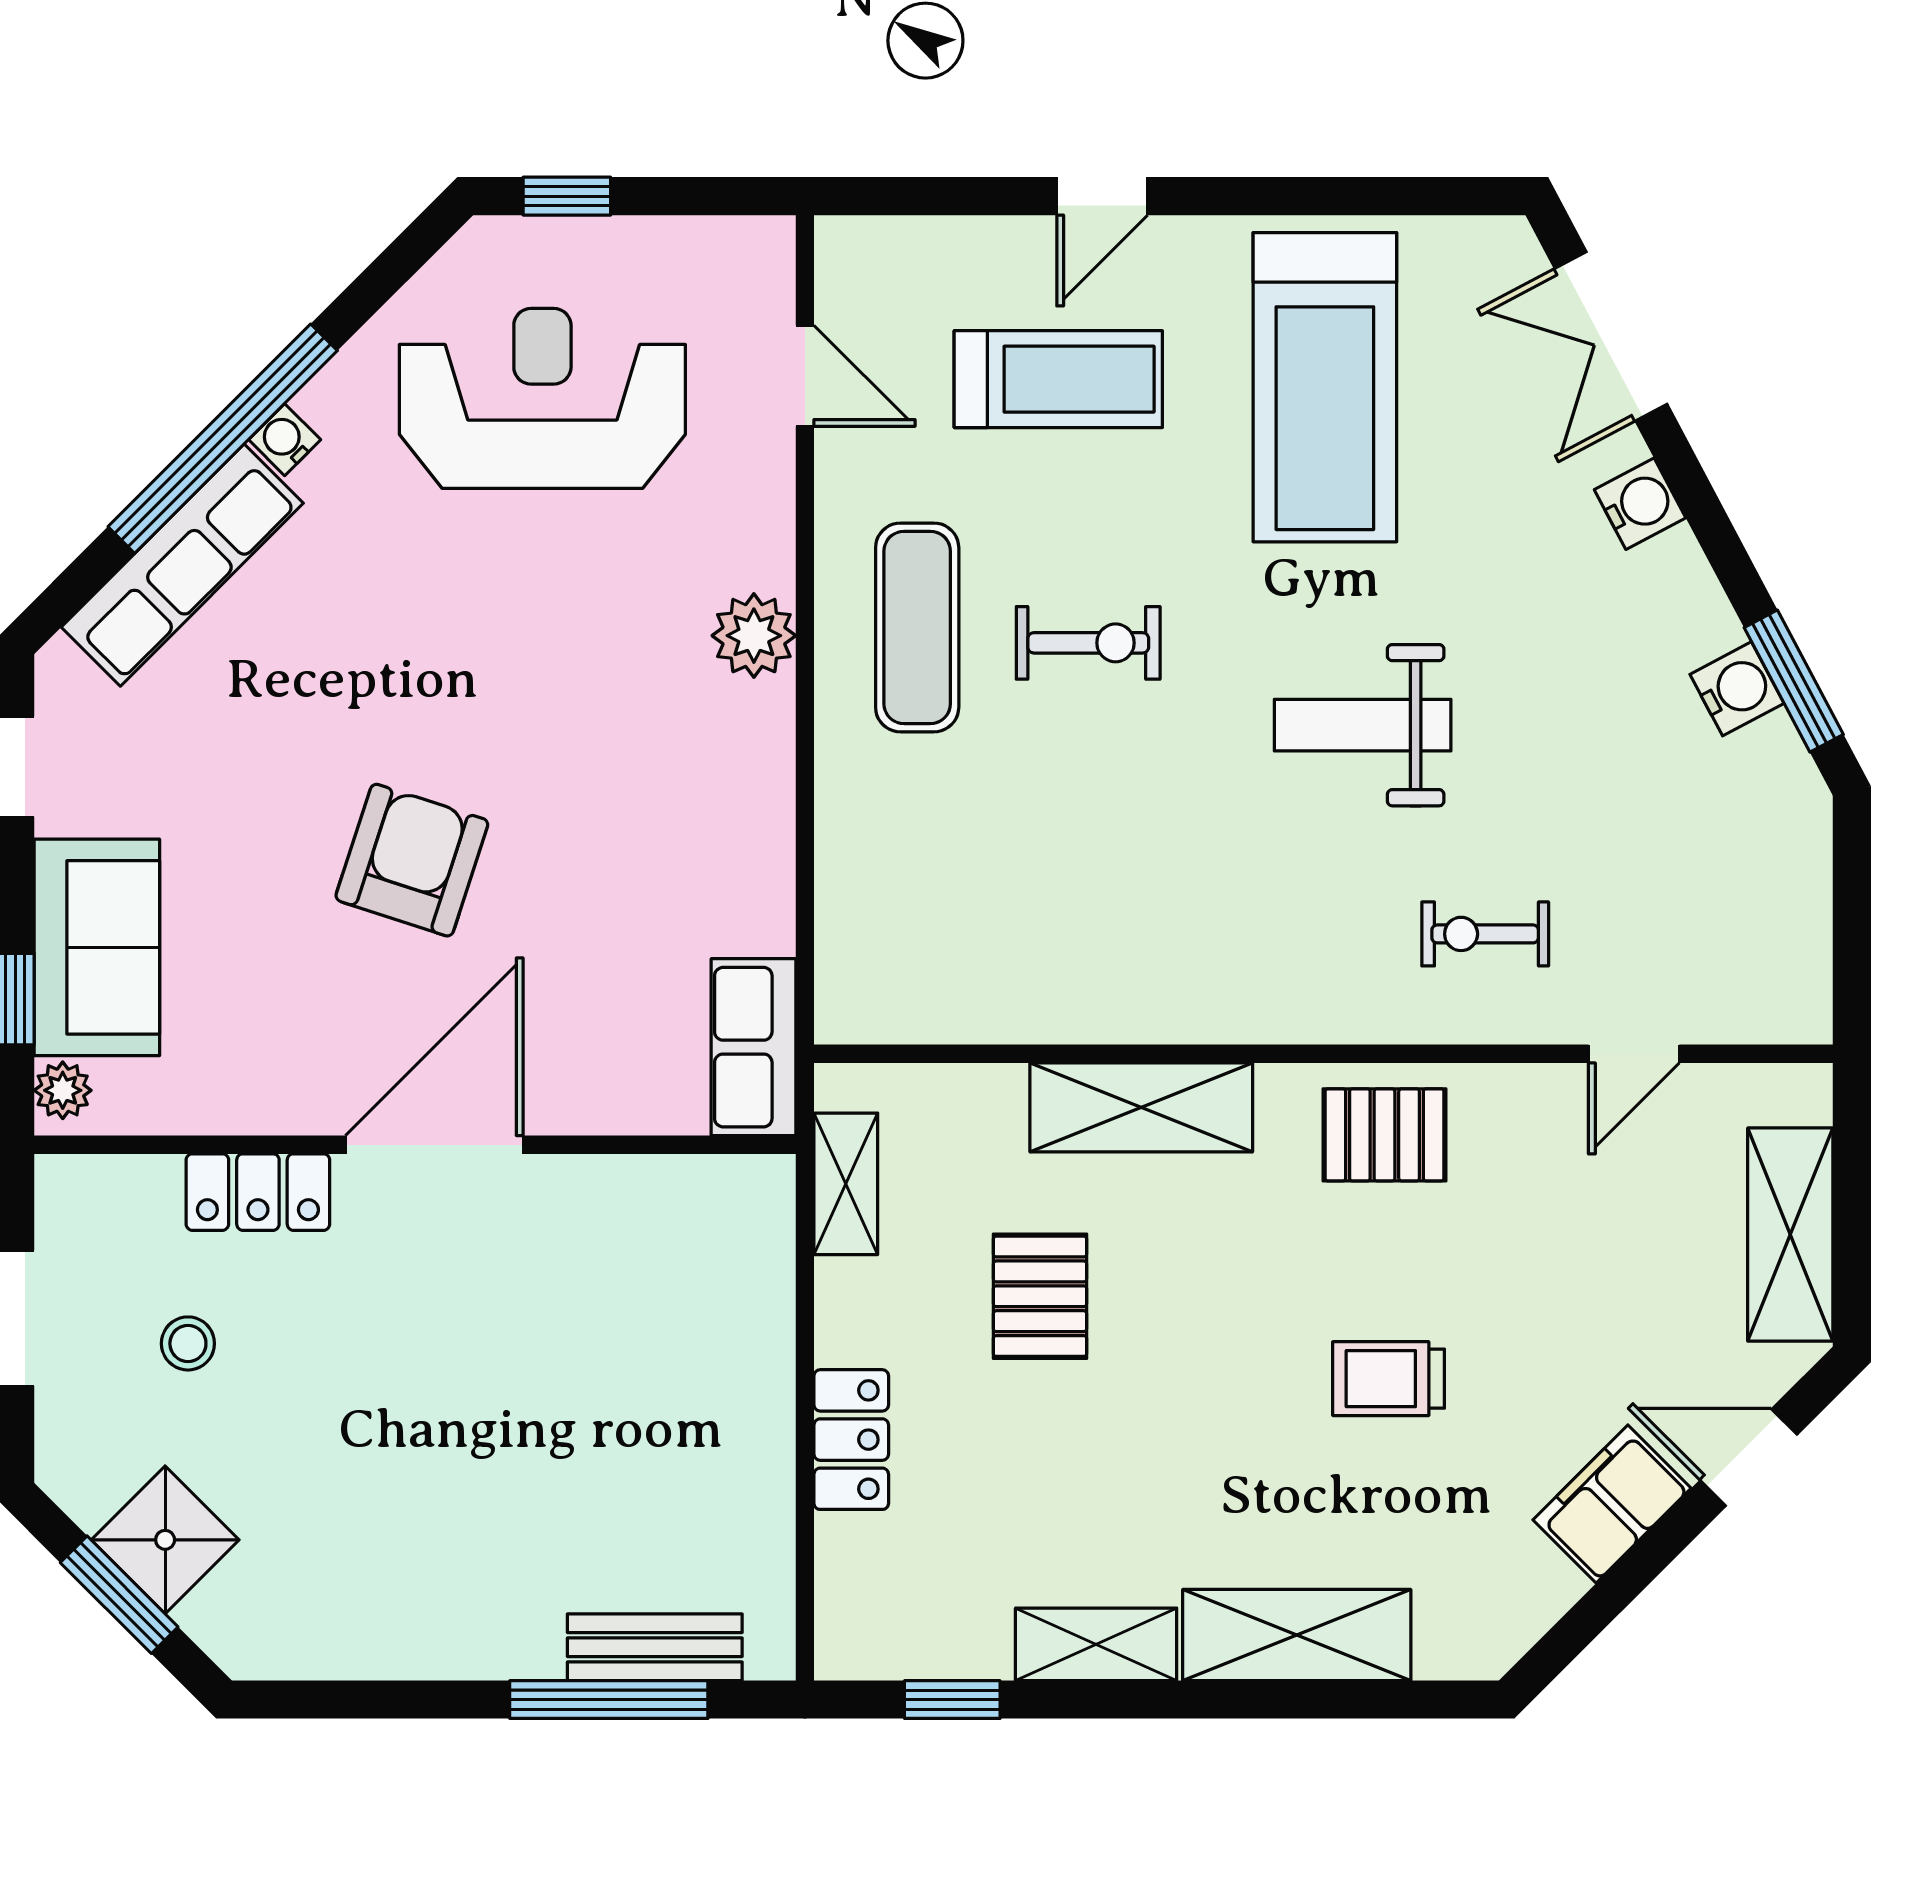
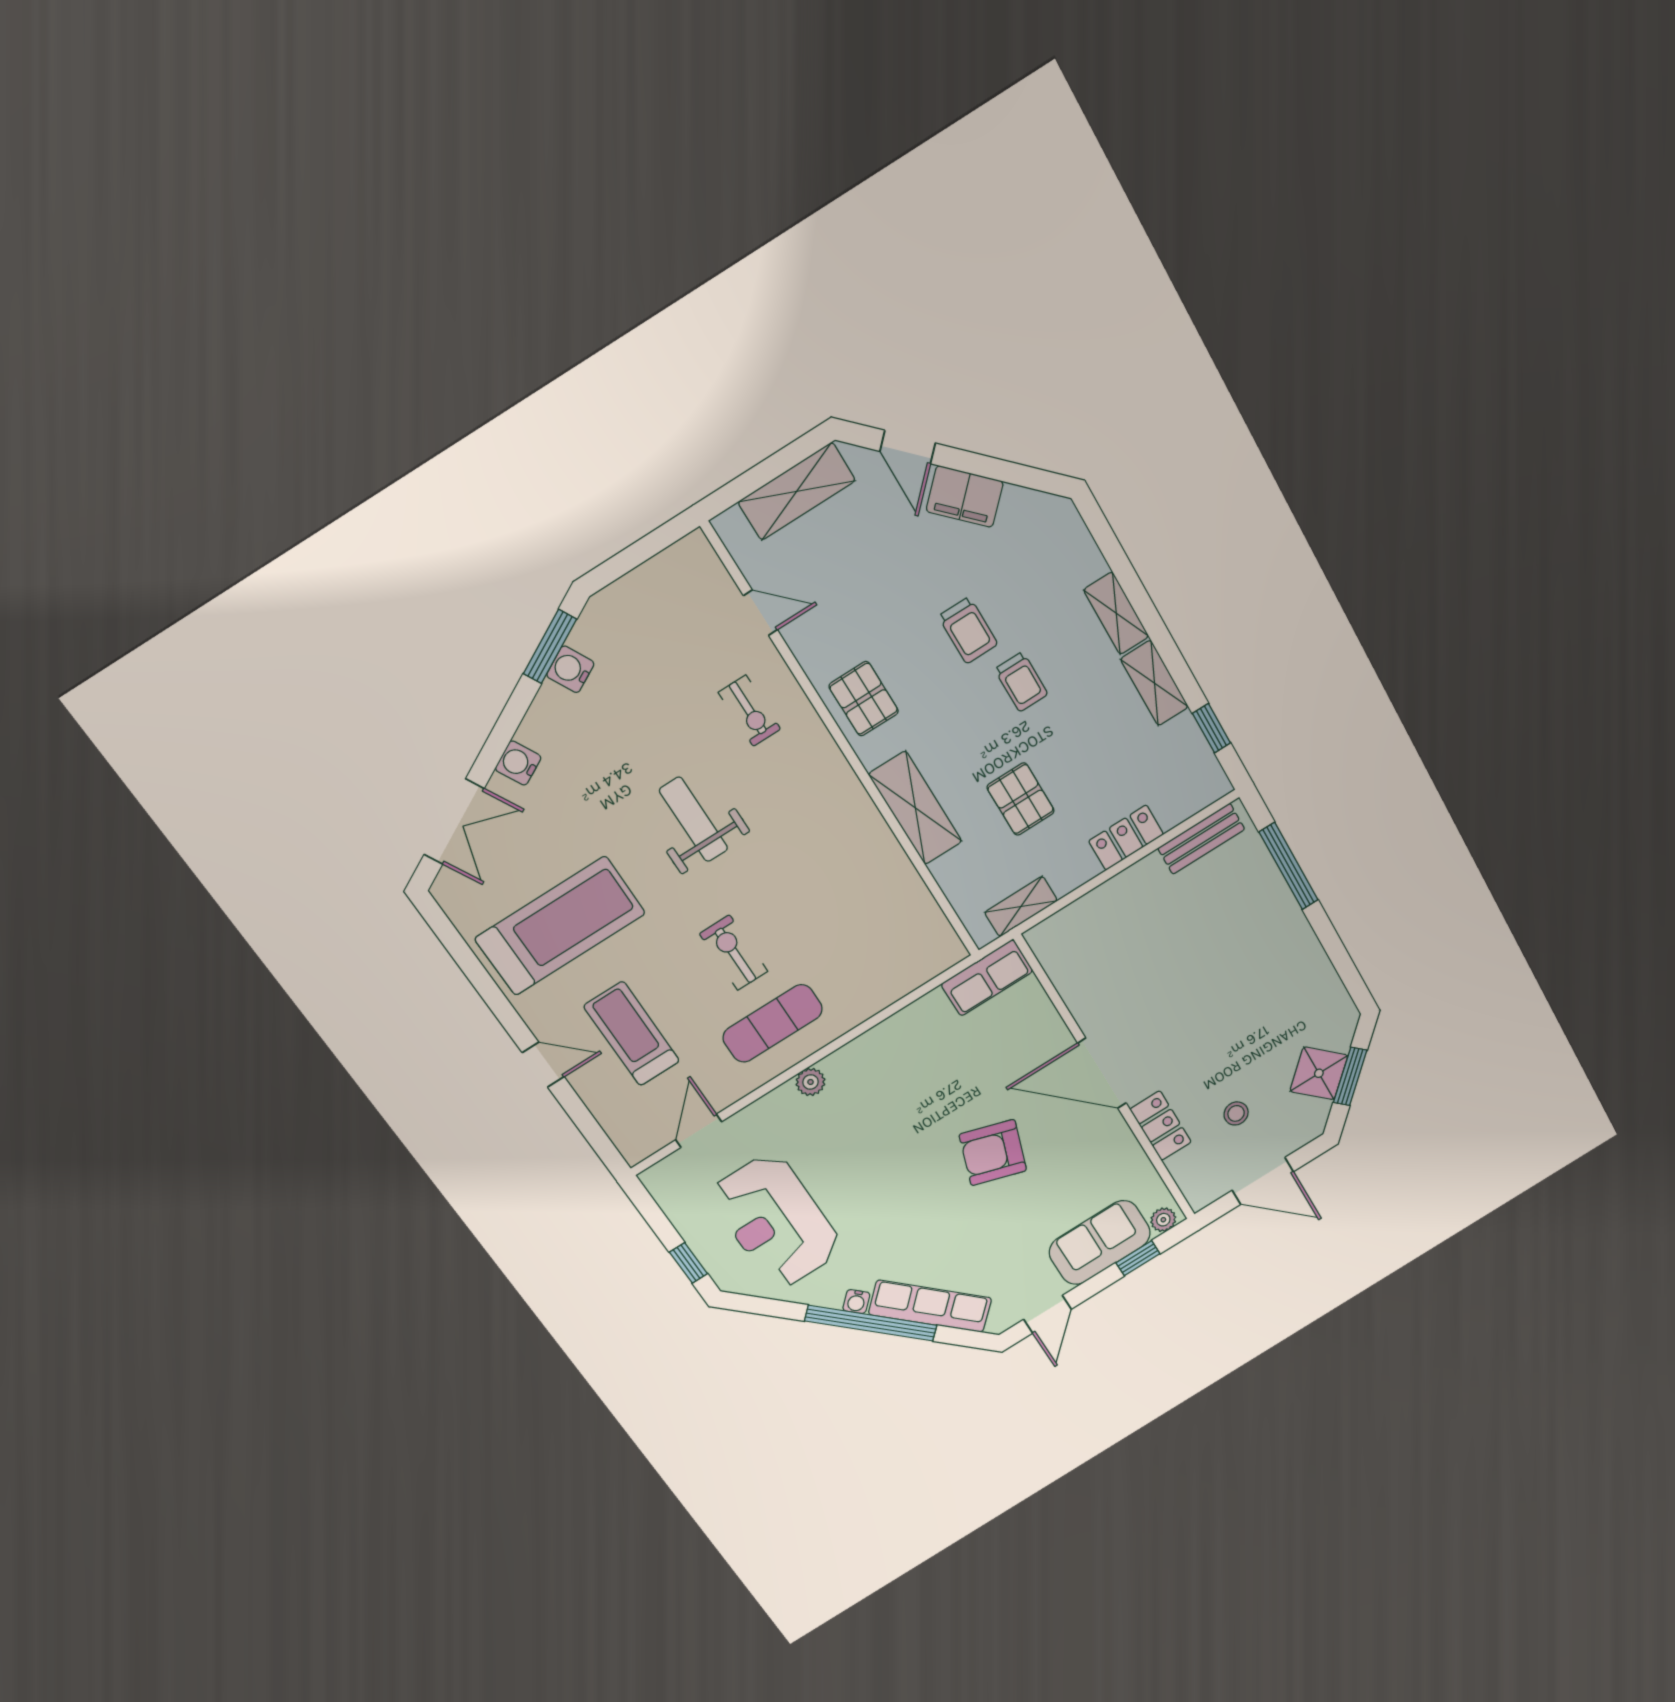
plant: (754, 636) -> (811, 1082), width x0.73, depth x0.73
weight bench: (1363, 725) -> (694, 819), turned 180
pallet: (1040, 1296) -> (1021, 799), turned 90
trolley: (1244, 1417) -> (1021, 682), added
shelving: (1297, 1635) -> (1116, 613), width x0.67, depth x0.75
bench: (655, 1647) -> (1201, 839), moved, turned 90

